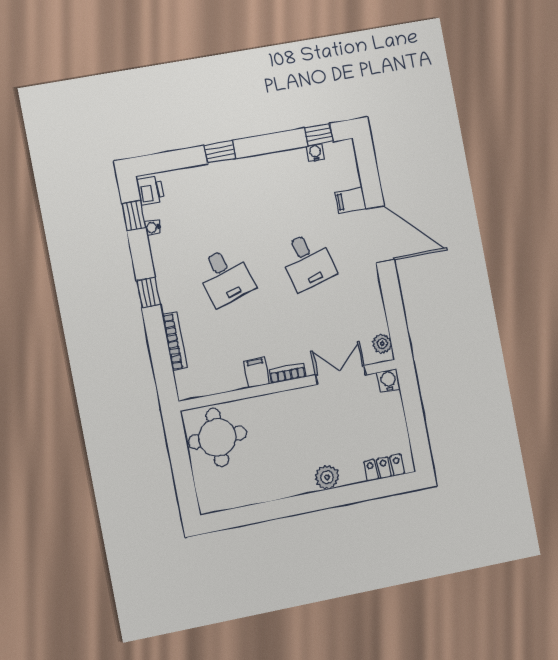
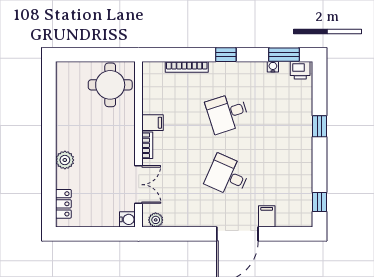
water cooler: (315, 153) -> (307, 197), removed
window: (134, 216) -> (284, 55), width x1.50
desk: (307, 261) -> (227, 176), turned 39

